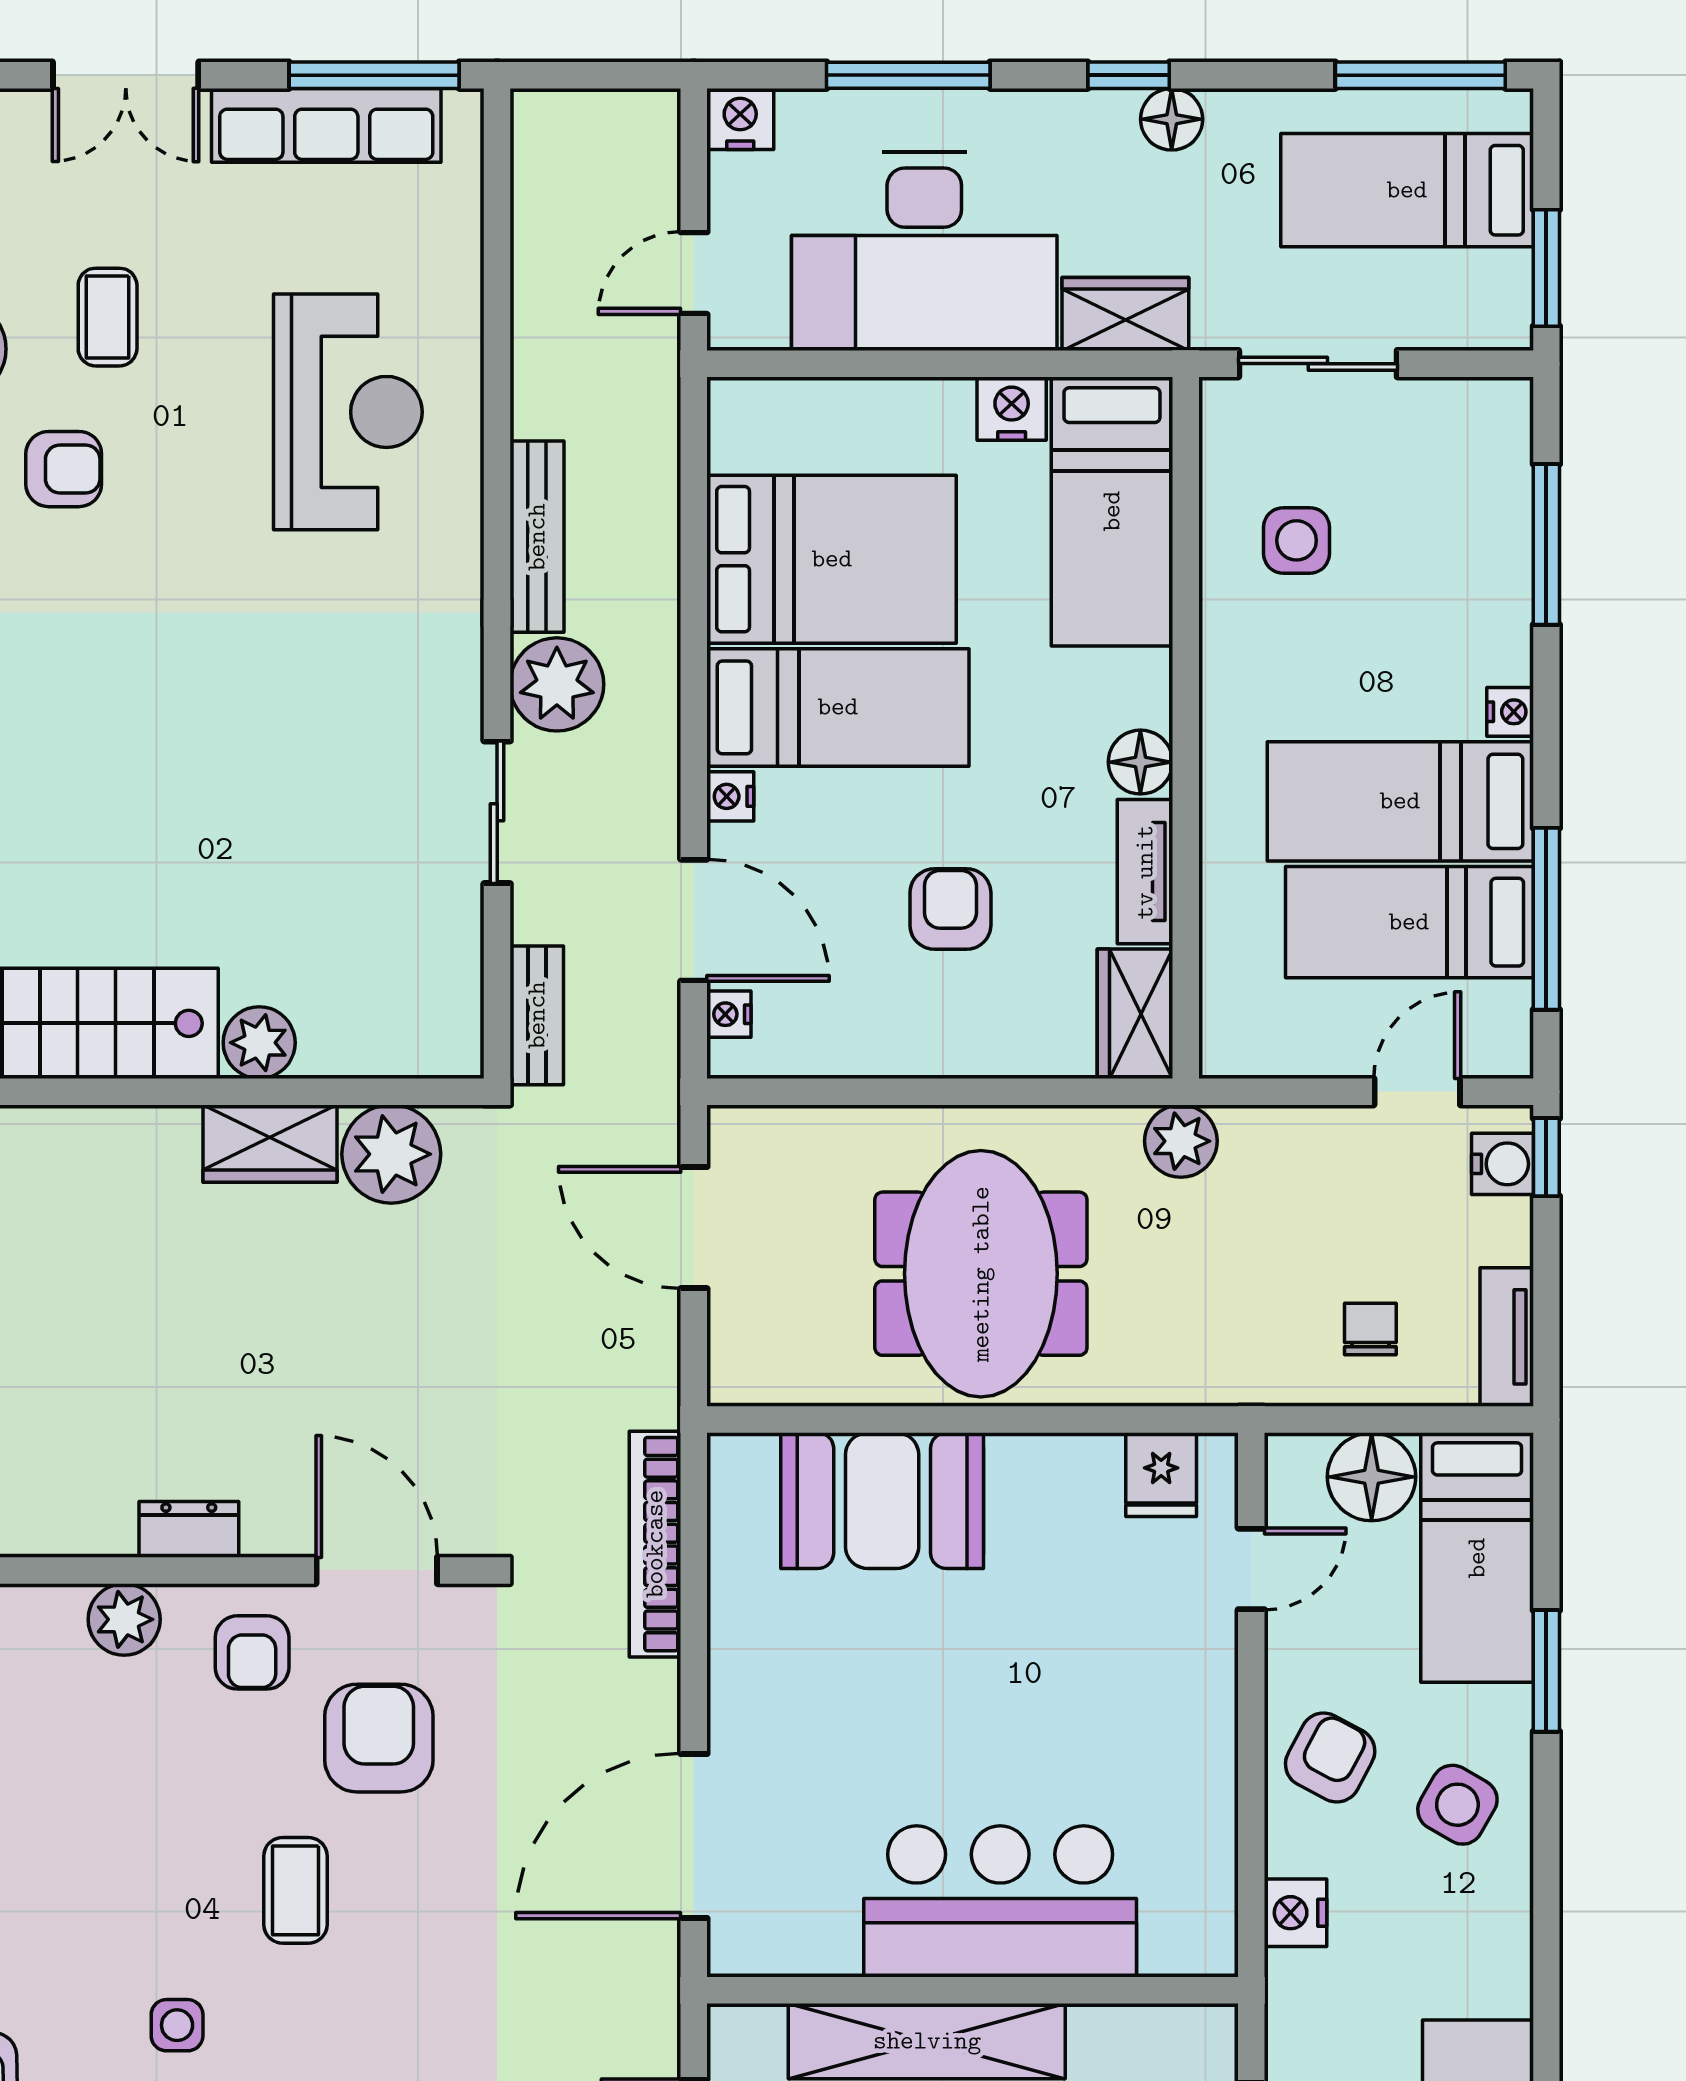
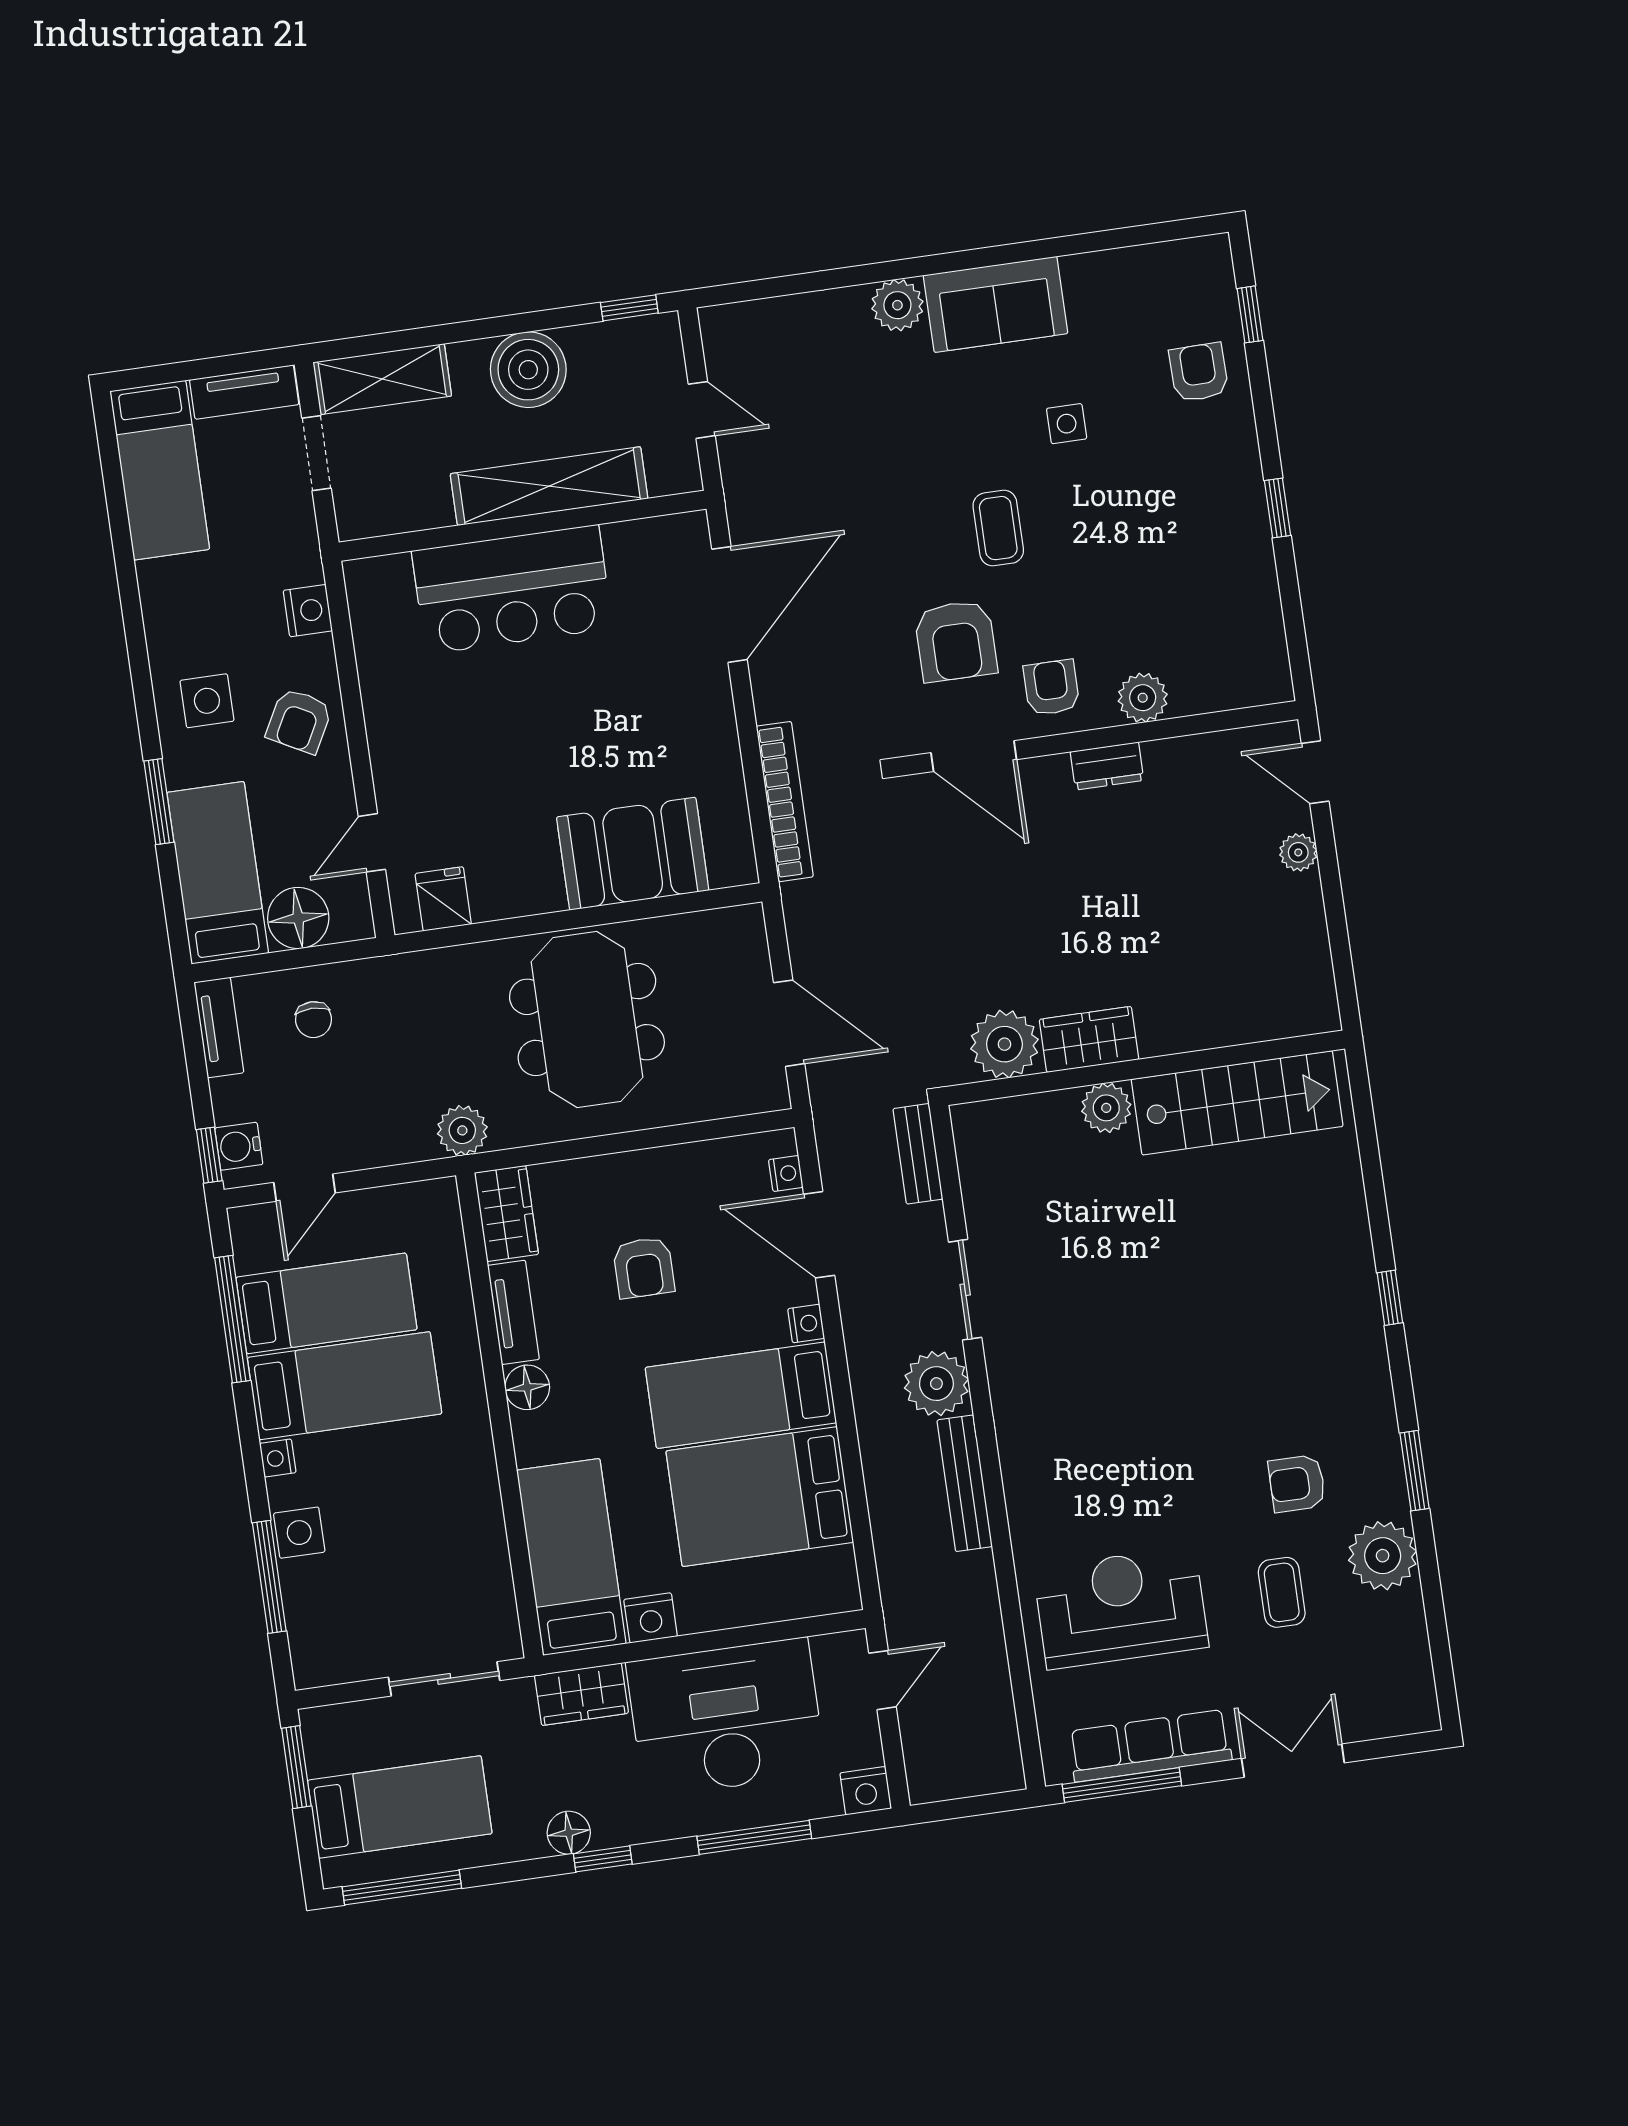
reception desk: (348, 412) -> (1121, 1608), moved, turned 90
side table: (1297, 540) -> (299, 1533), moved
side table: (1457, 1805) -> (207, 701), turned -30

